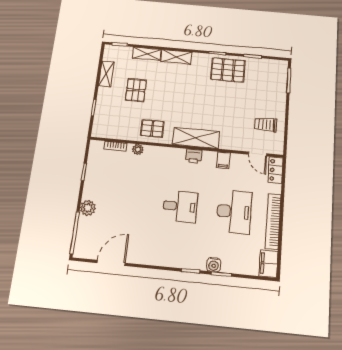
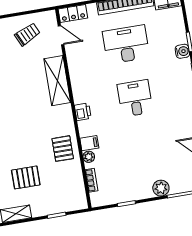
trolley: (266, 125) -> (27, 34), turned -115
shelving: (196, 138) -> (57, 81), moved
door: (258, 154) -> (61, 35), hinge flipped
printer: (194, 156) -> (83, 112), moved
filing cabinet: (223, 160) -> (89, 143), moved

